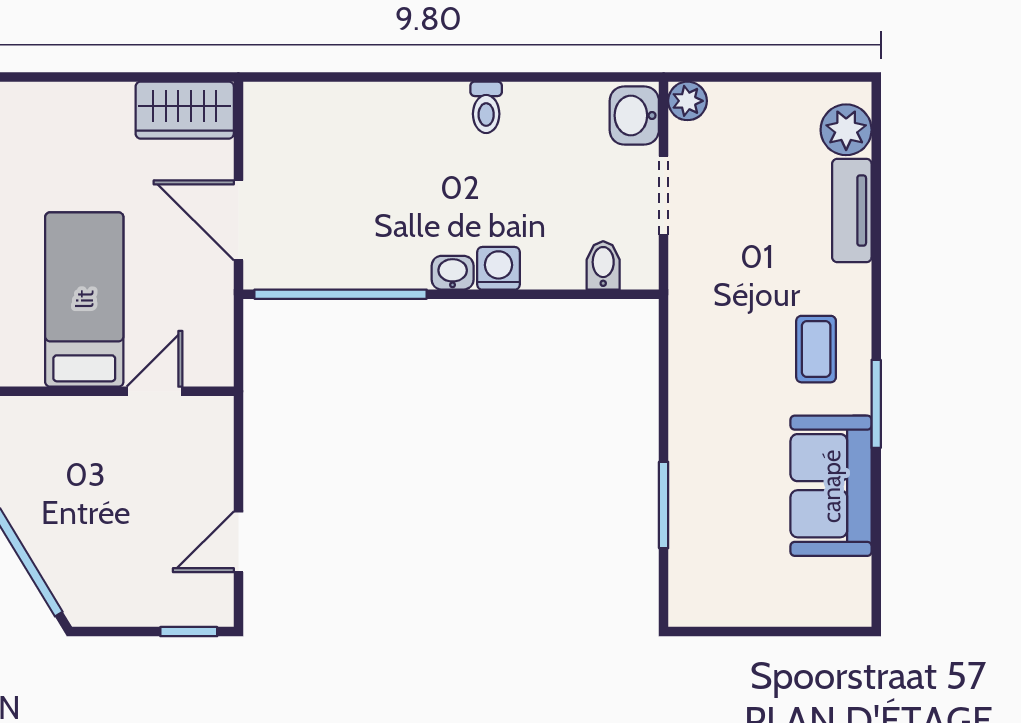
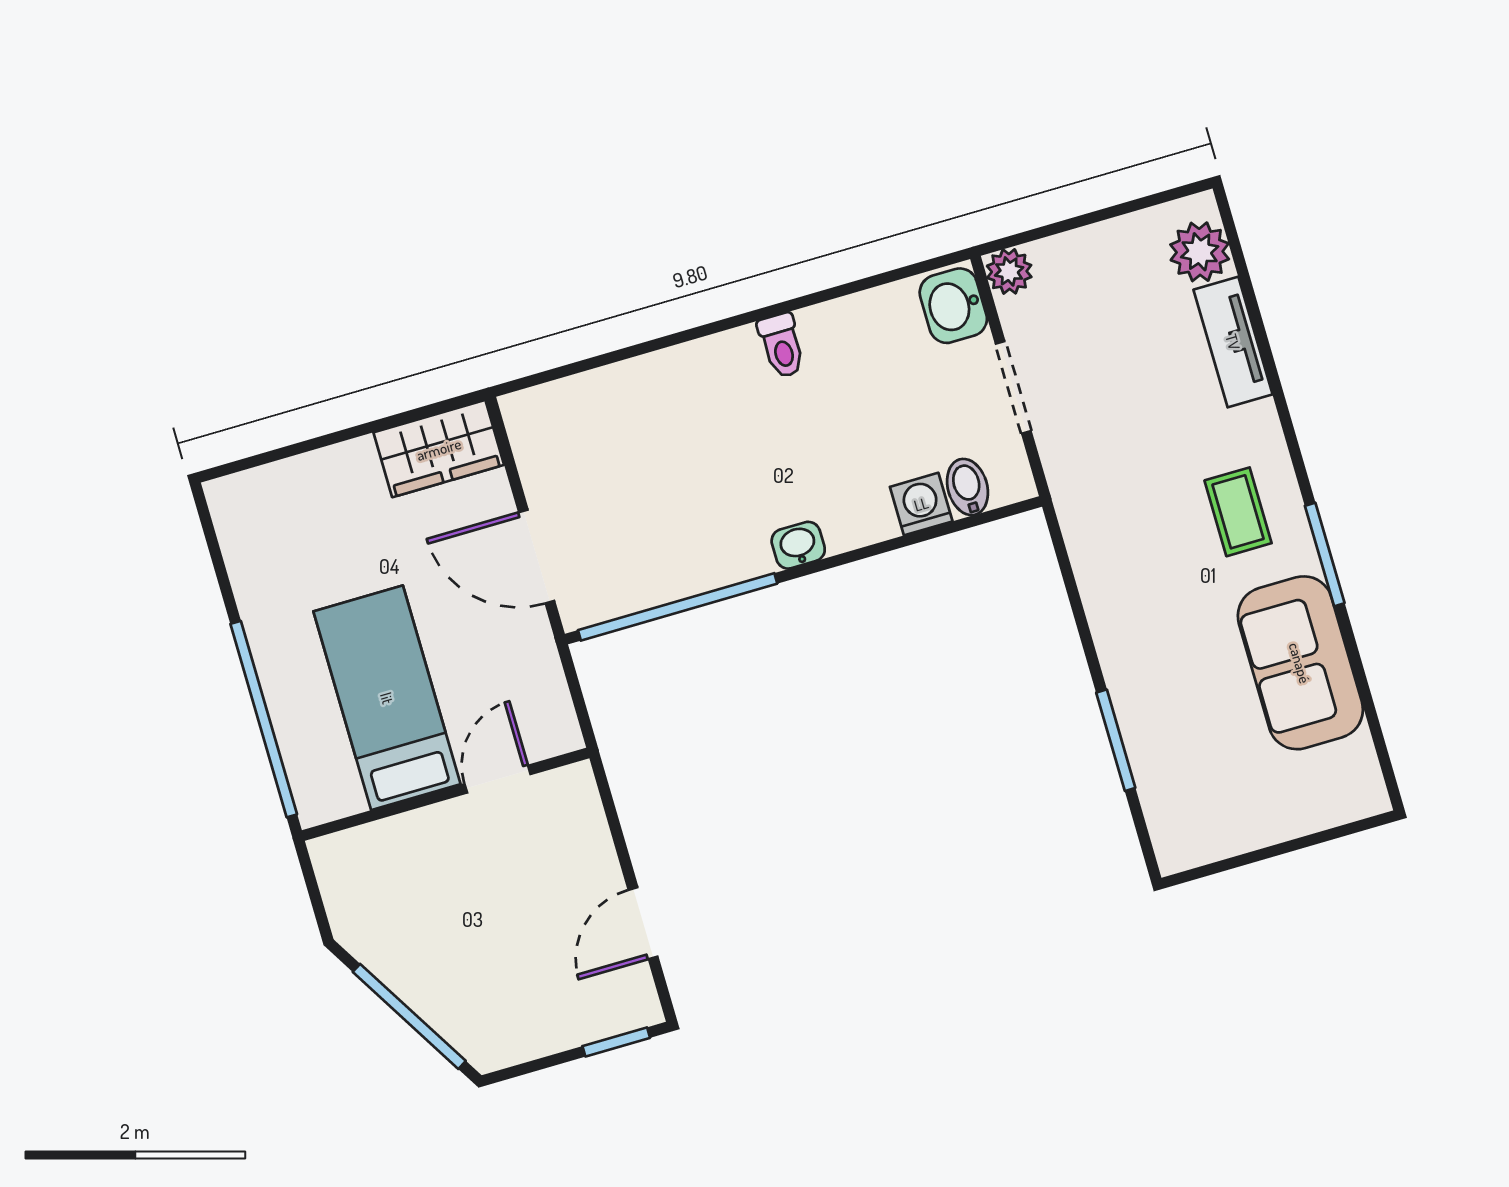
washing machine: (499, 268) -> (921, 504), moved

